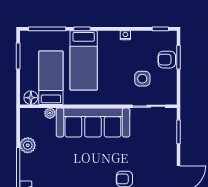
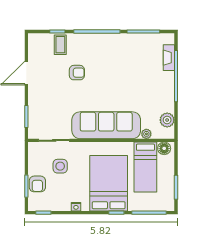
bed: (84, 60) -> (109, 183), width x1.50
armchair: (167, 60) -> (37, 184), turned 90
plant: (28, 145) -> (167, 120), moved

